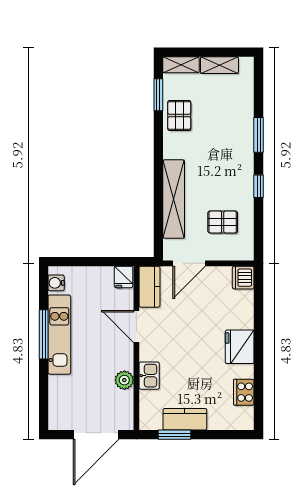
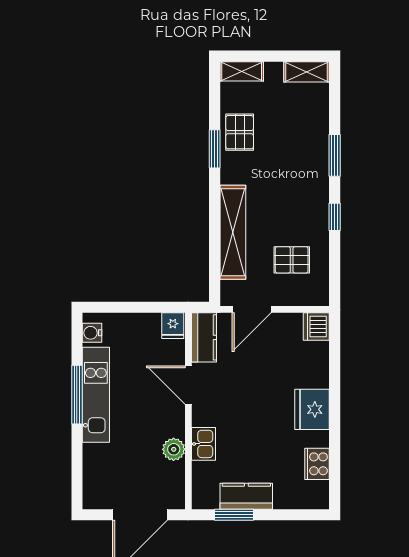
shelving: (219, 65) -> (307, 72), moved
window: (158, 95) -> (215, 149), moved

